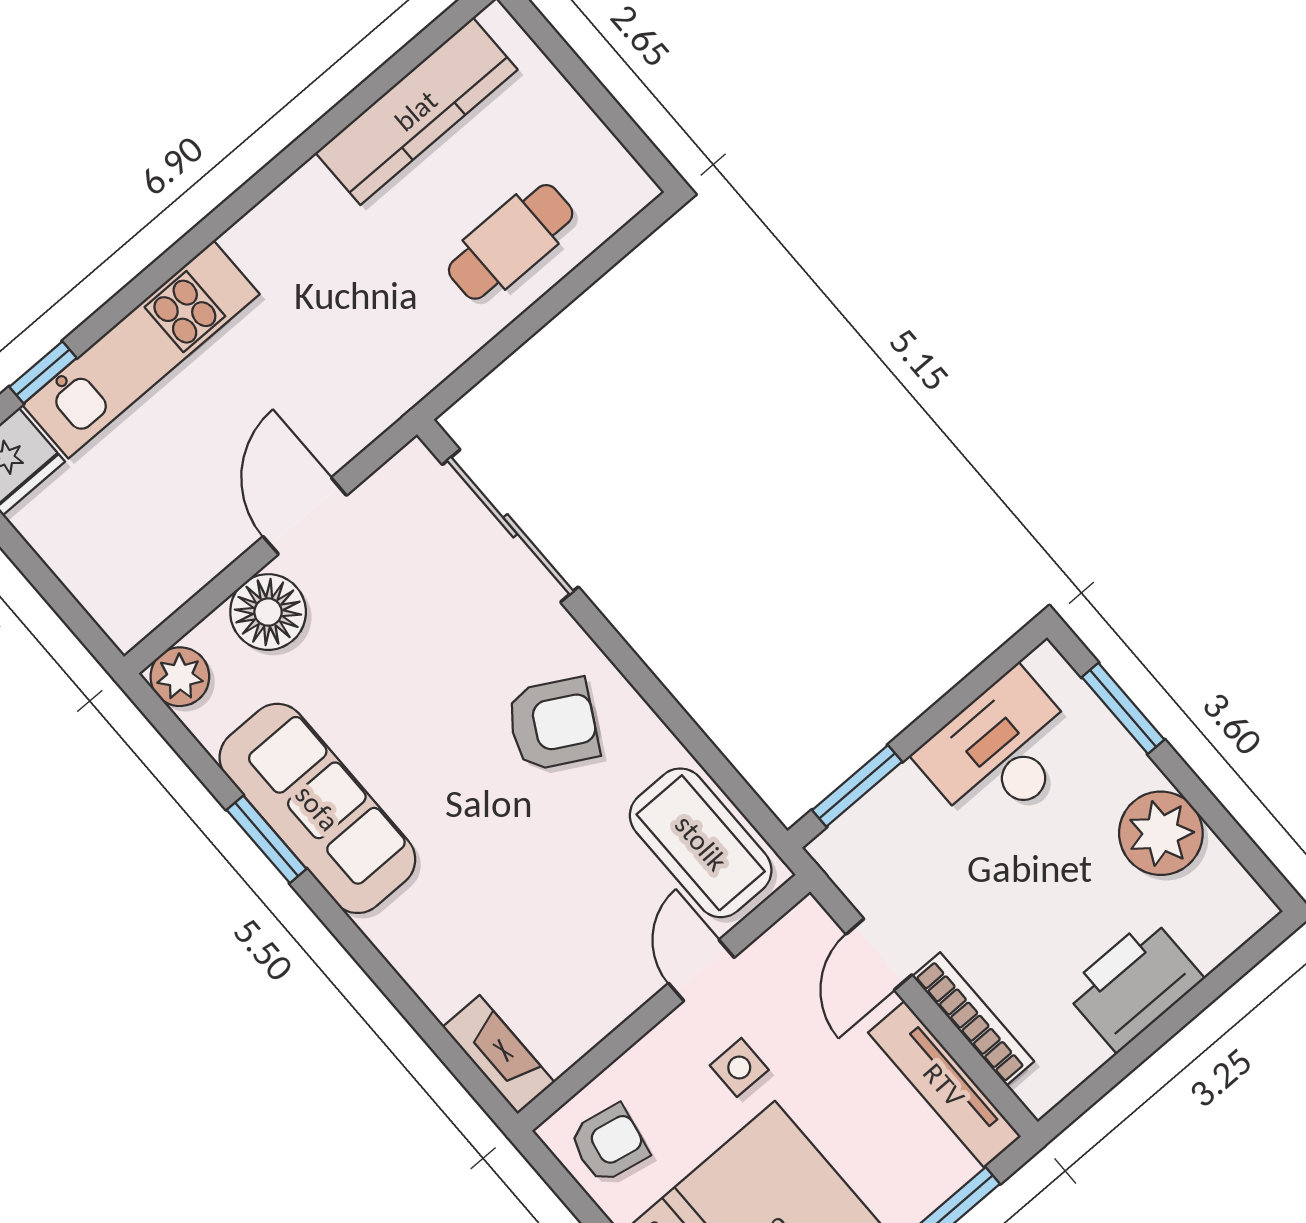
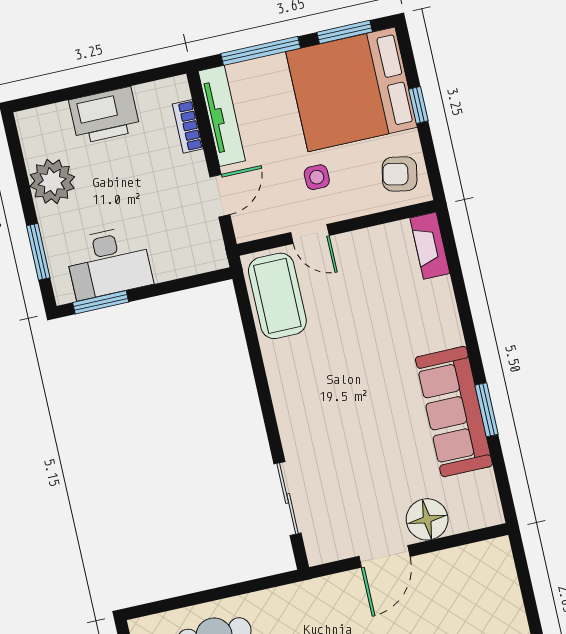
sliding door: (510, 526) -> (288, 499), width x0.73
plant: (180, 677) -> (486, 511), removed
armchair: (553, 724) -> (318, 391), removed
window: (857, 786) -> (101, 302), moved
door: (701, 970) -> (310, 234), hinge flipped
bookcase: (973, 1019) -> (188, 126), width x0.64

